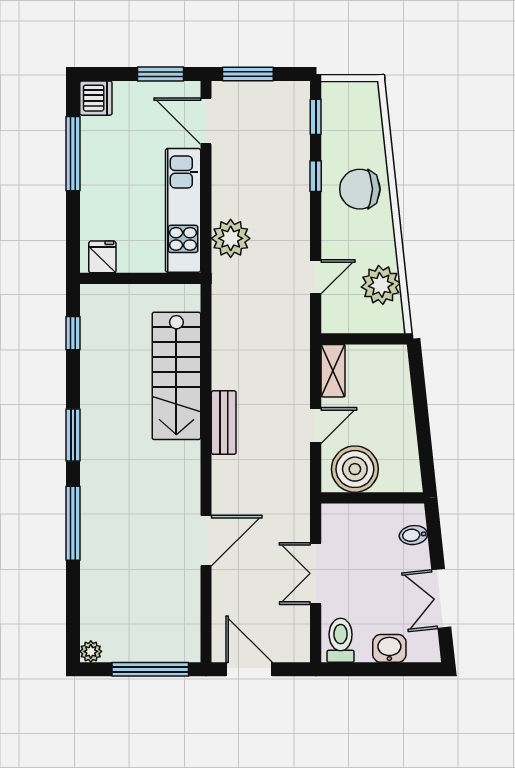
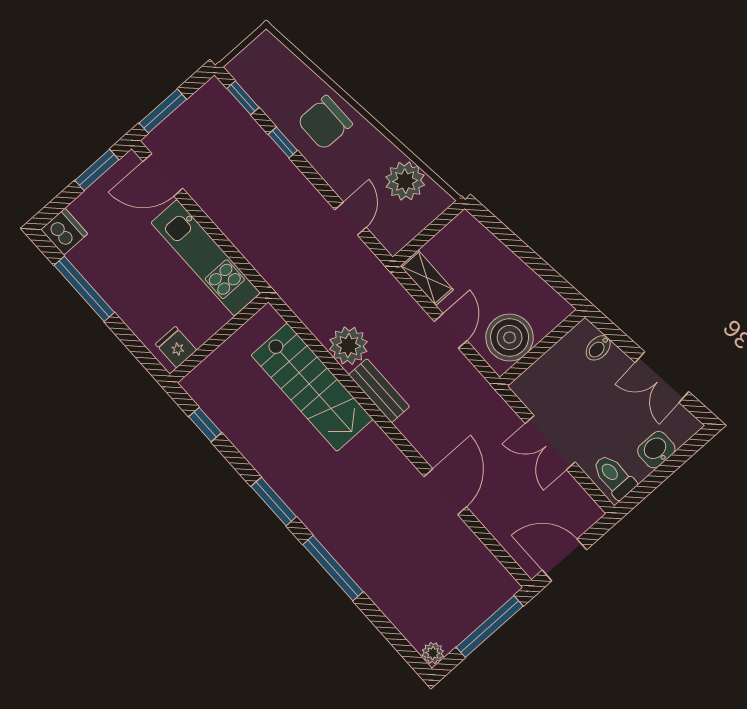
plant: (231, 238) -> (348, 346), moved

